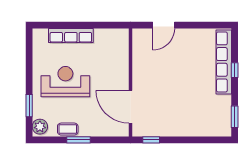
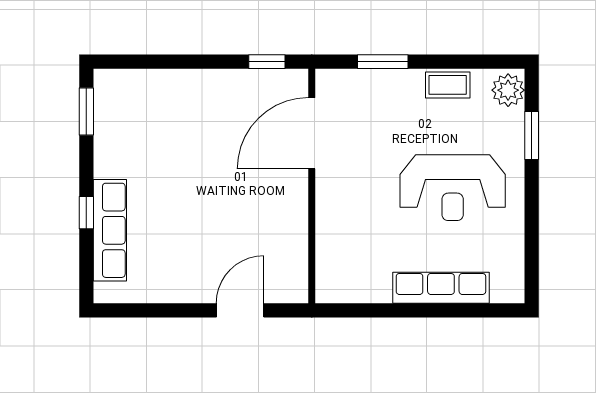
row of seats: (224, 62) -> (110, 230), width x0.73
door: (130, 107) -> (312, 133), swing flipped
window: (79, 140) -> (383, 62), moved

